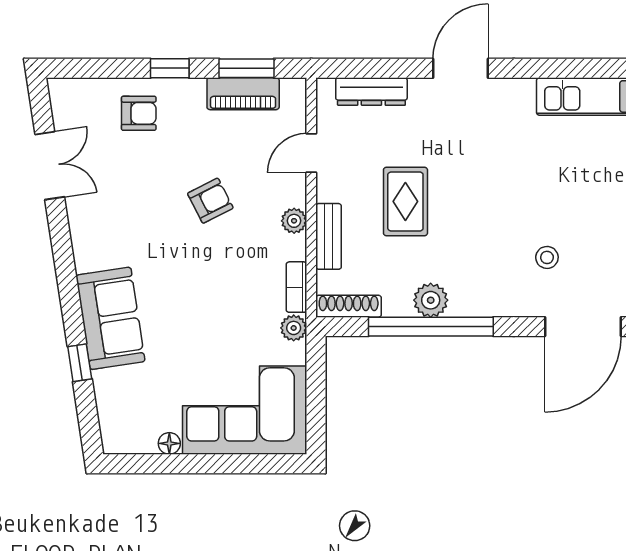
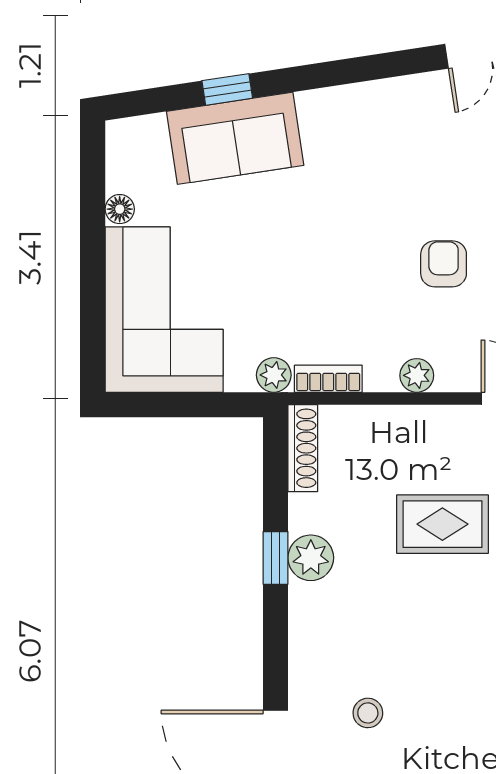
armchair: (210, 201) -> (444, 264), turned -153
bench: (329, 236) -> (396, 422), removed
sofa: (110, 318) -> (235, 138), moved
window: (431, 327) -> (275, 558), width x0.32

